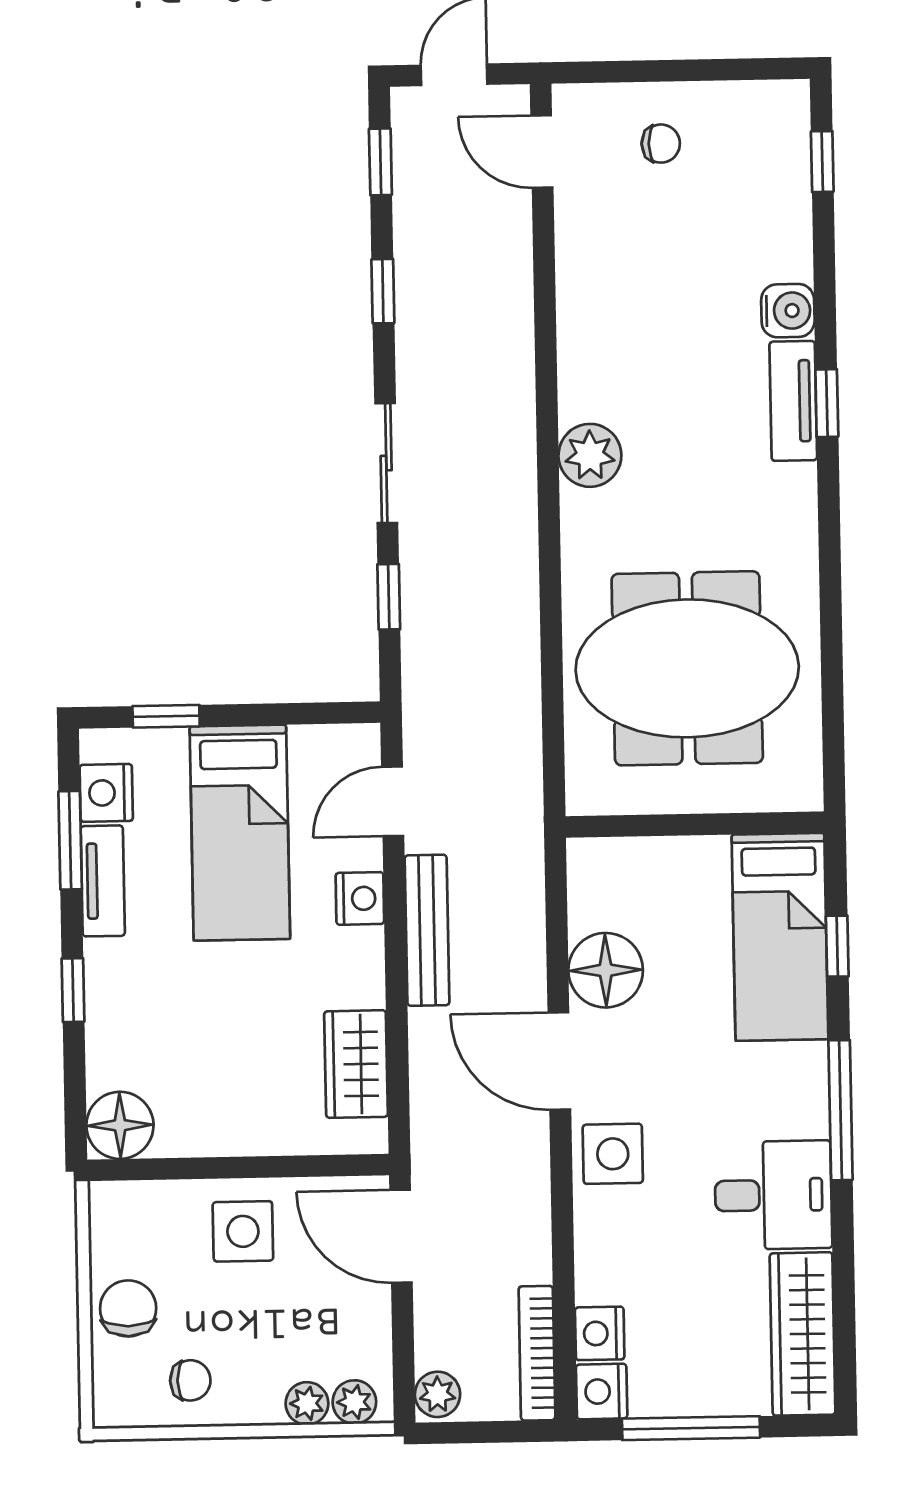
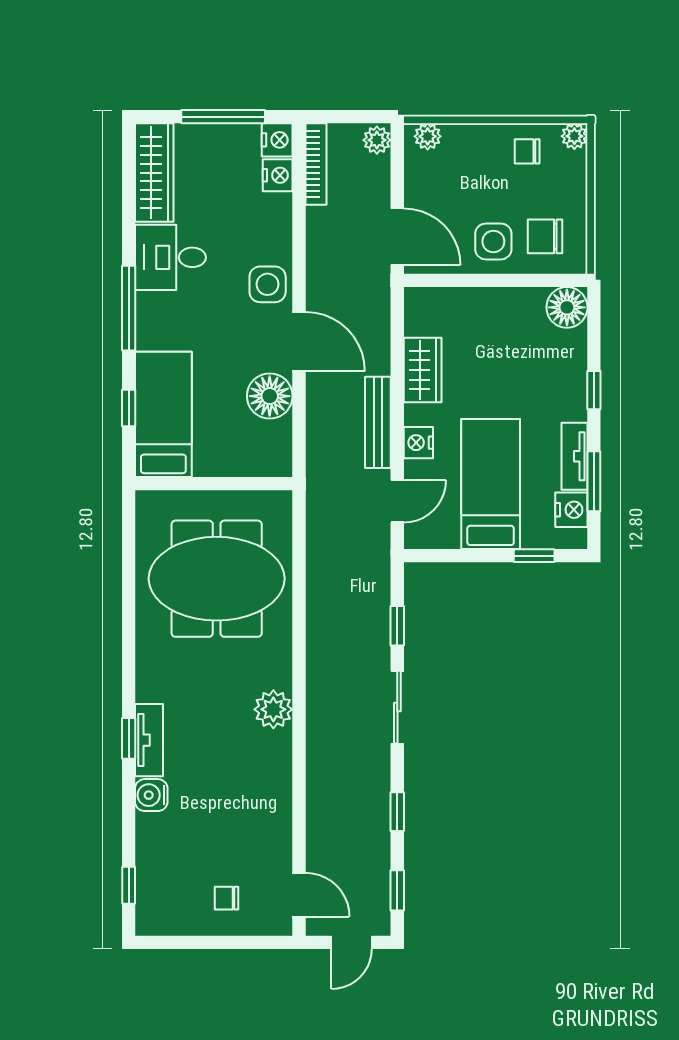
wardrobe: (356, 1064) -> (423, 370), moved
chair: (128, 1308) -> (545, 236), moved, turned 90
plant: (307, 1403) -> (574, 136), moved

